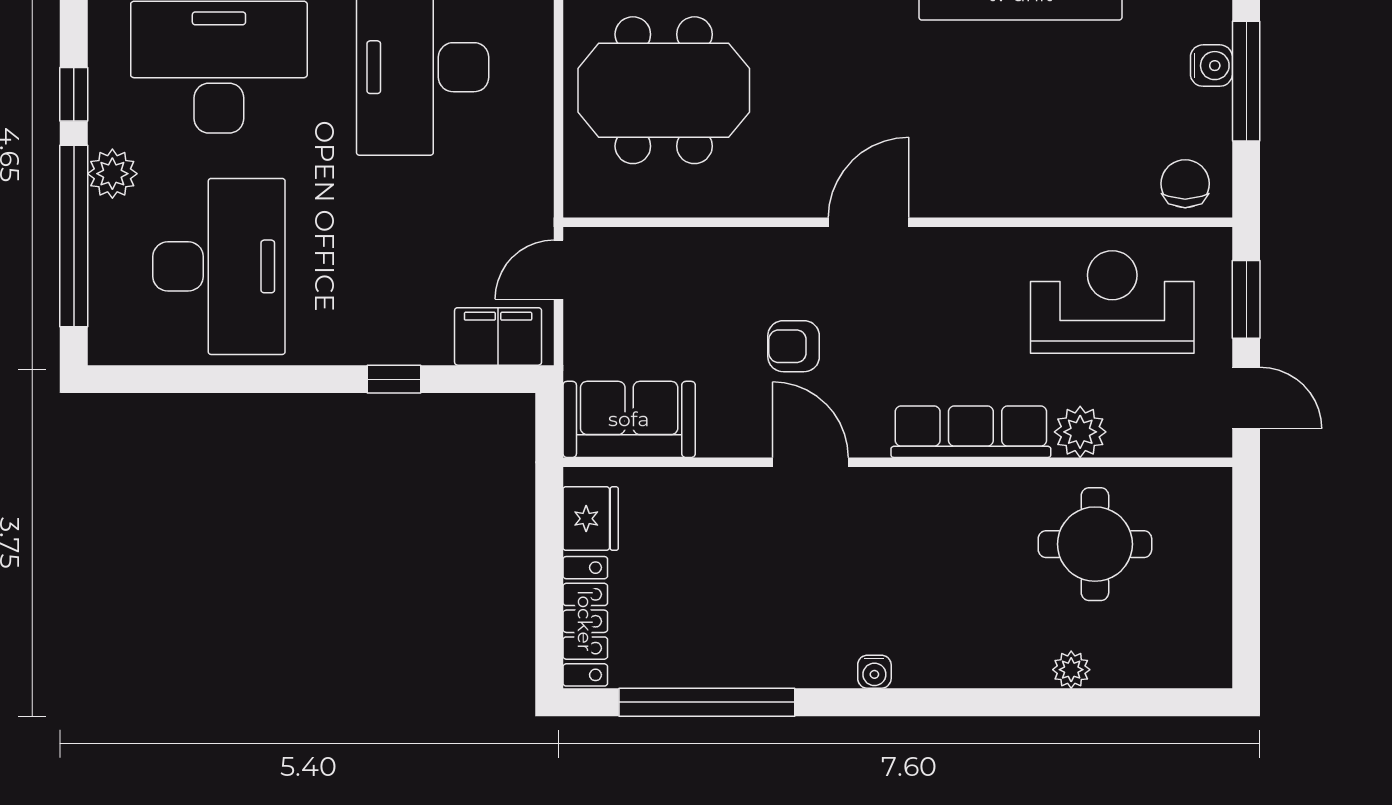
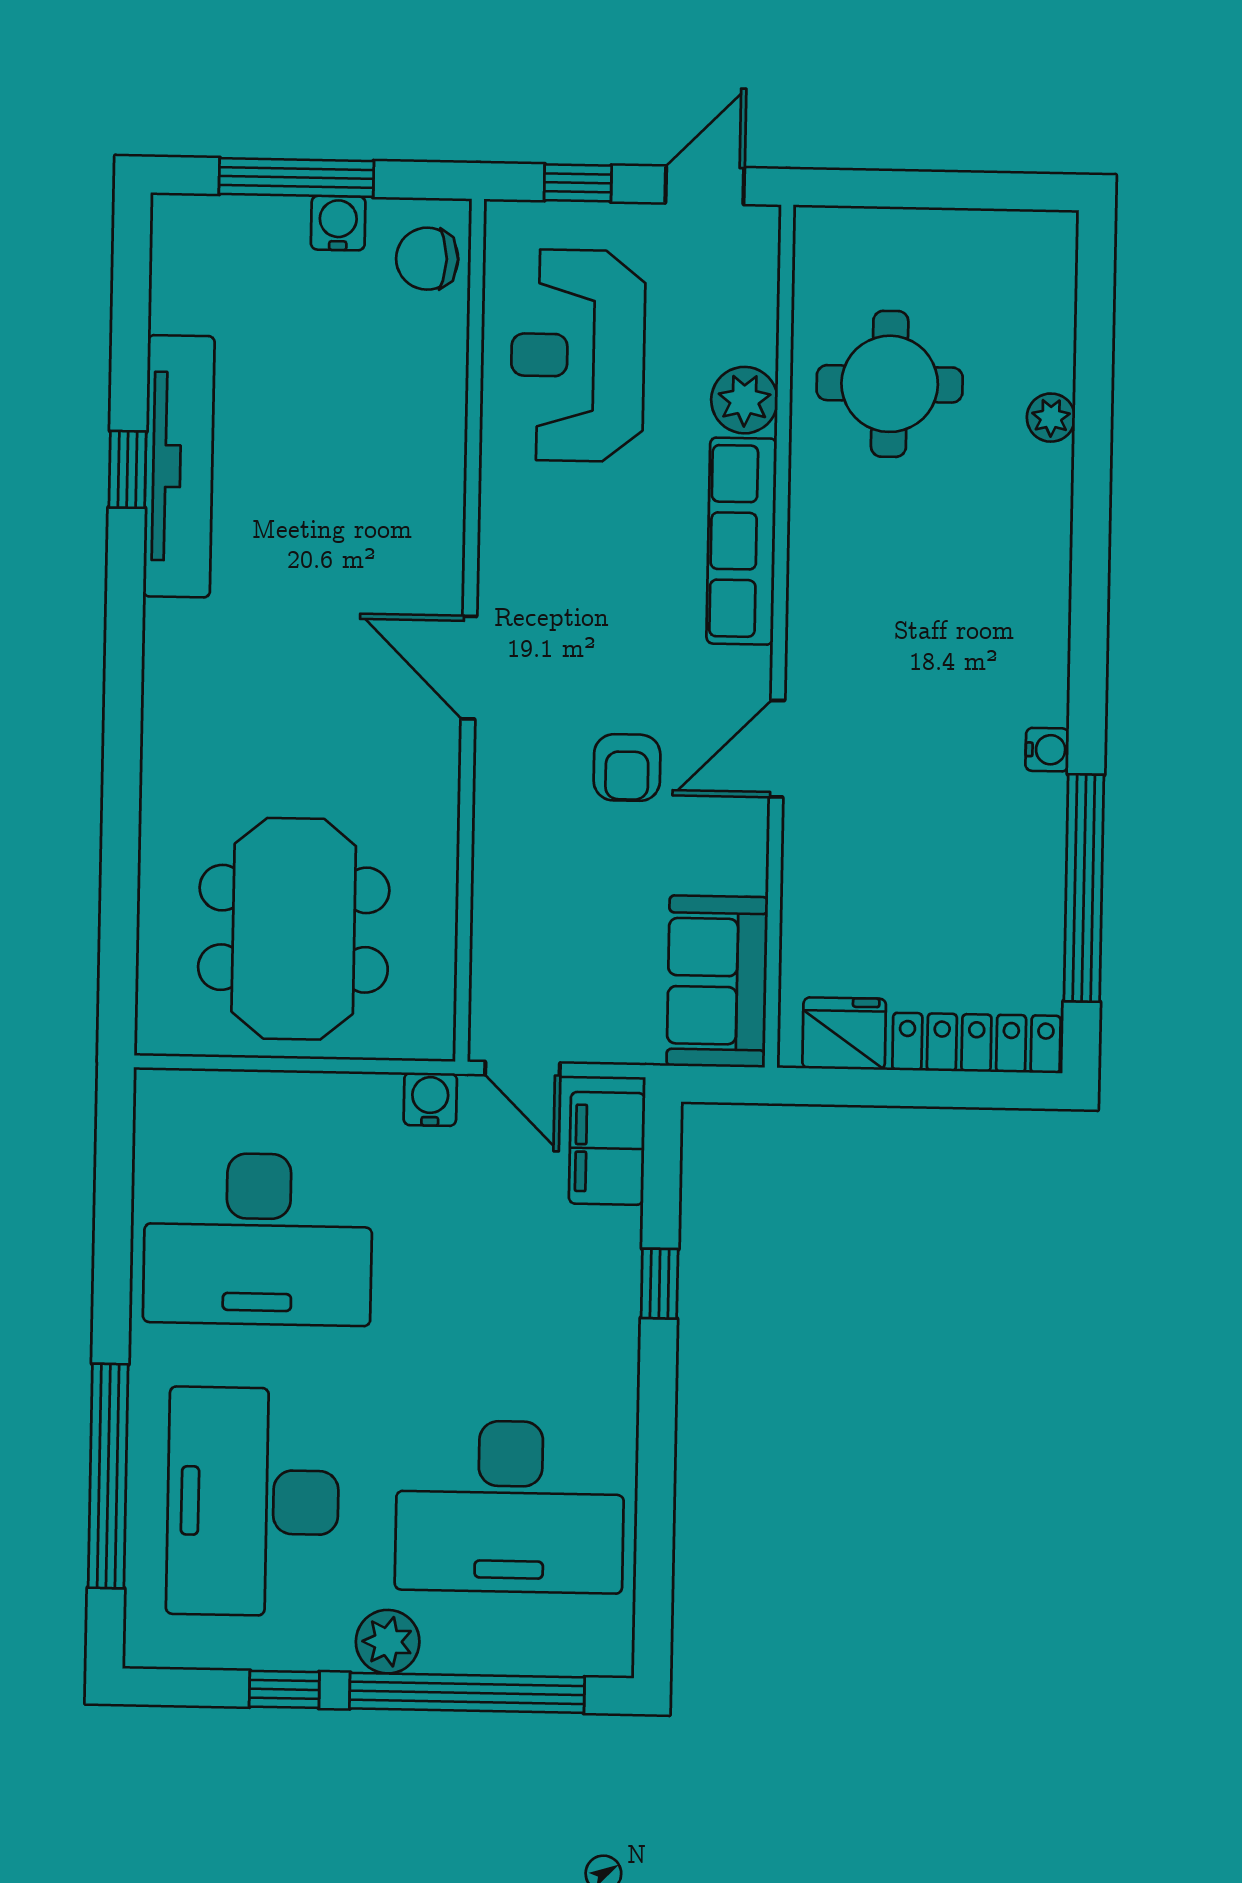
water cooler: (1211, 66) -> (338, 223), moved
water cooler: (533, 199) -> (430, 1099), added
desk: (219, 266) -> (510, 1507), turned 180
window: (1246, 299) -> (578, 183), width x0.67
water cooler: (874, 672) -> (1047, 750), moved

